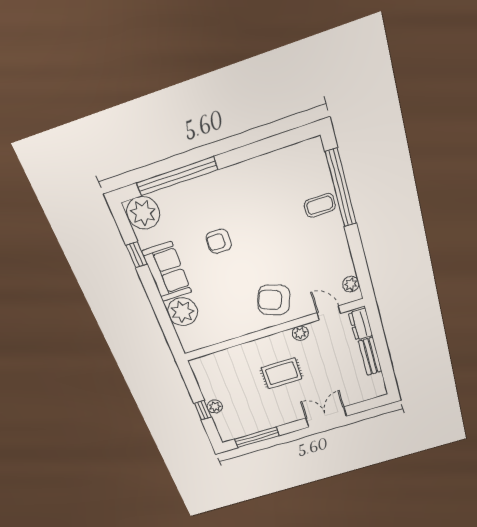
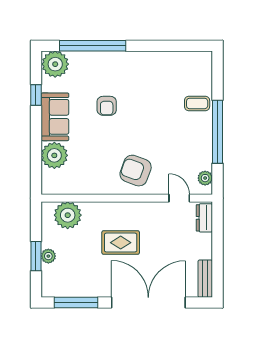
window: (341, 188) -> (218, 132), moved
armchair: (219, 241) -> (107, 106), turned -90
plant: (300, 333) -> (68, 215), moved, width x1.87, depth x1.87
bench: (370, 356) -> (205, 279), moved
window: (203, 410) -> (36, 256), width x1.50
double door: (326, 417) -> (148, 303), width x1.87

